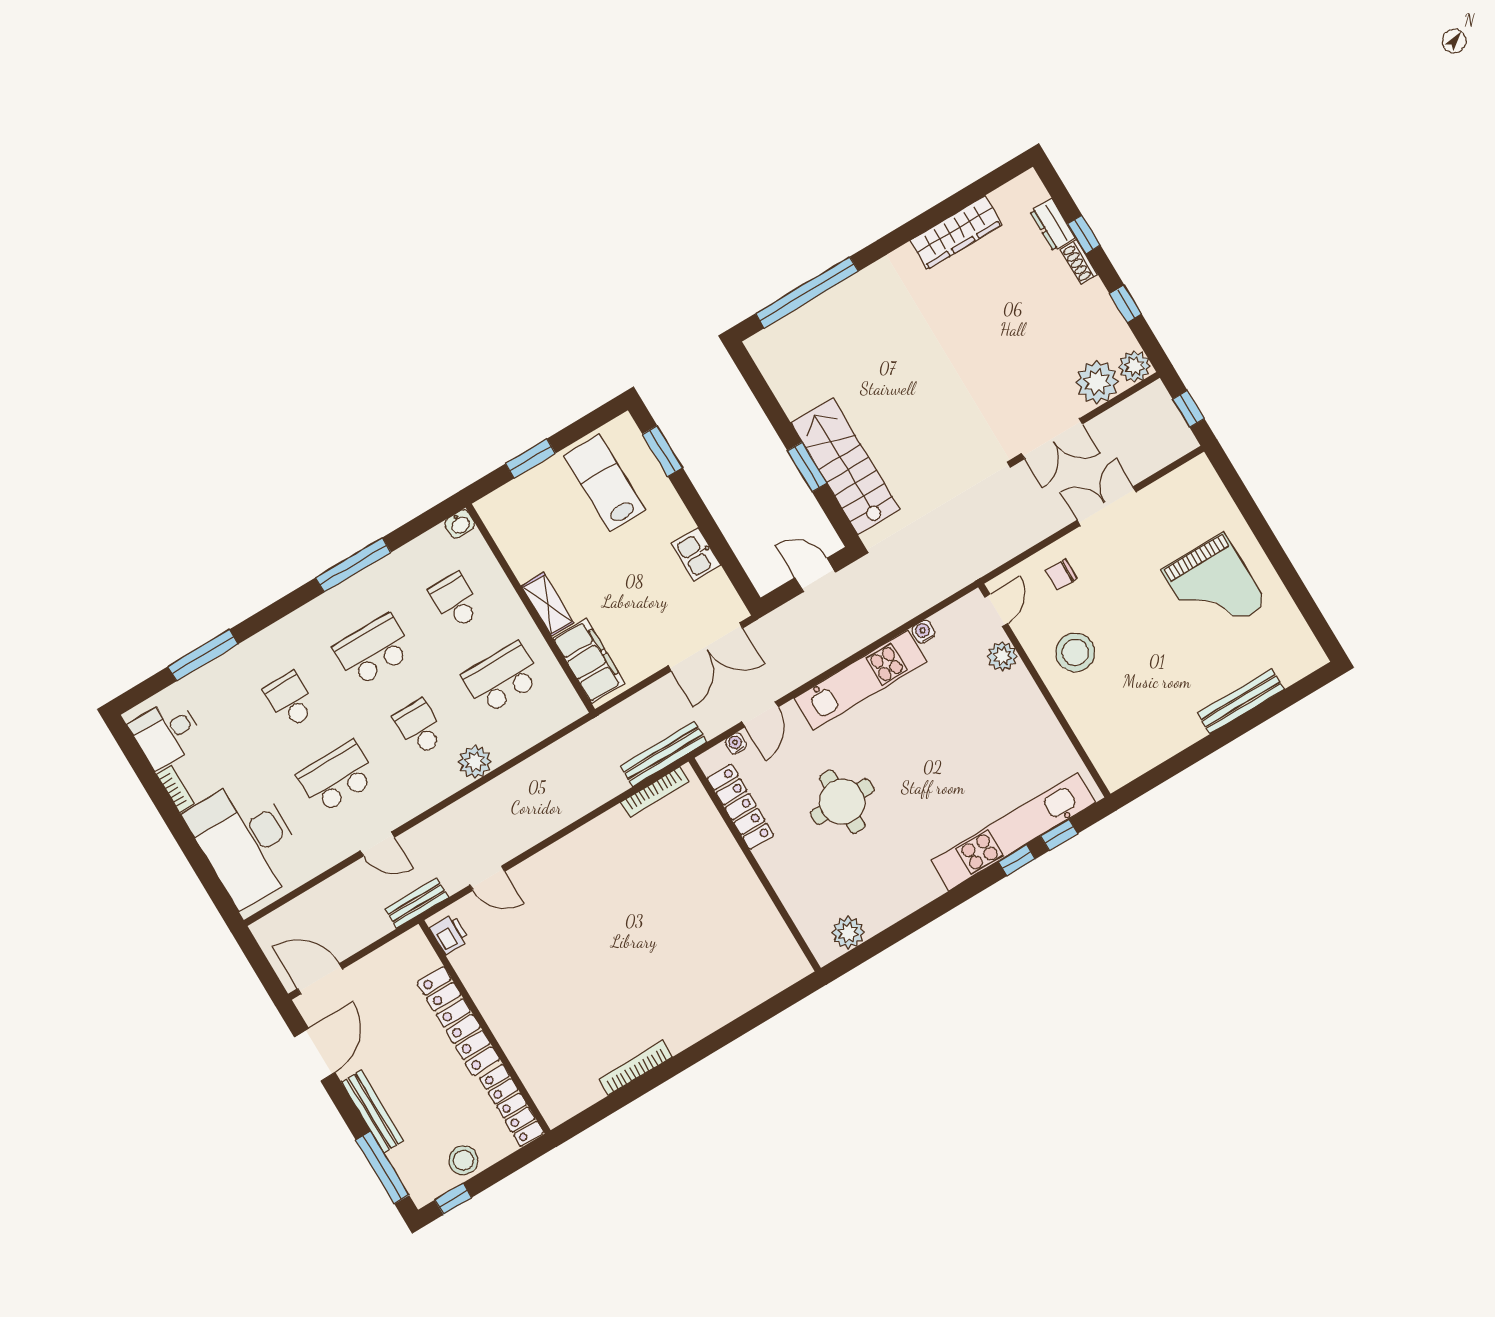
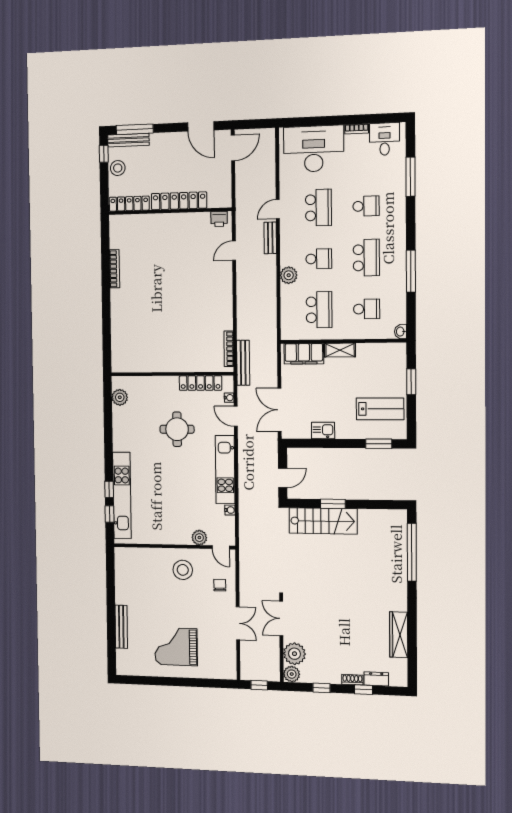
bench: (417, 903) -> (270, 238), moved
bench: (372, 1111) -> (128, 140), moved

